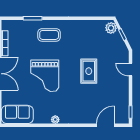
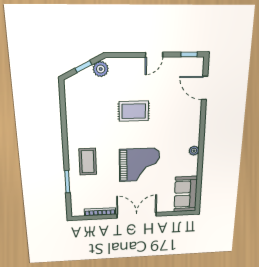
plant: (111, 28) -> (101, 69), moved
door: (130, 70) -> (154, 55), moved

